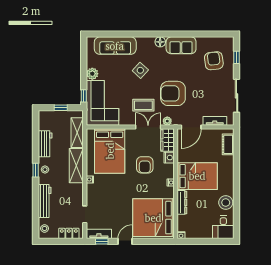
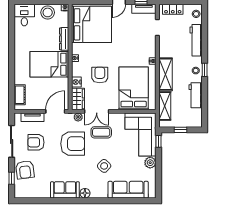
armchair: (214, 61) -> (25, 170), moved
armchair: (211, 95) -> (36, 142), added
stool: (226, 203) -> (48, 12), moved

